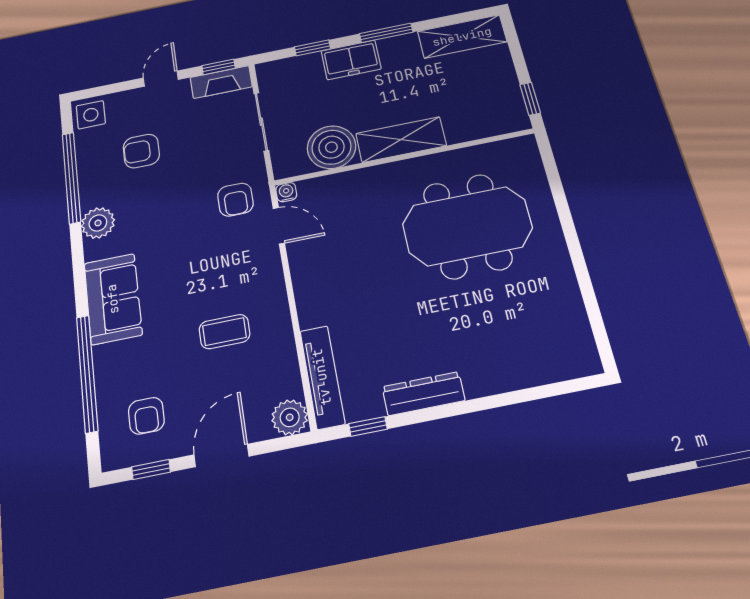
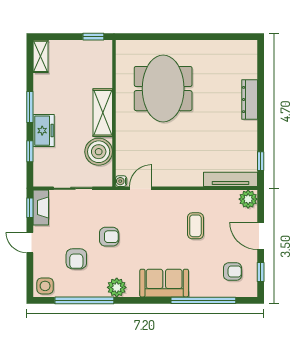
shelving: (462, 37) -> (41, 56), width x0.67, depth x0.75
armchair: (235, 200) -> (109, 237), moved
dresser: (423, 394) -> (250, 100), moved

